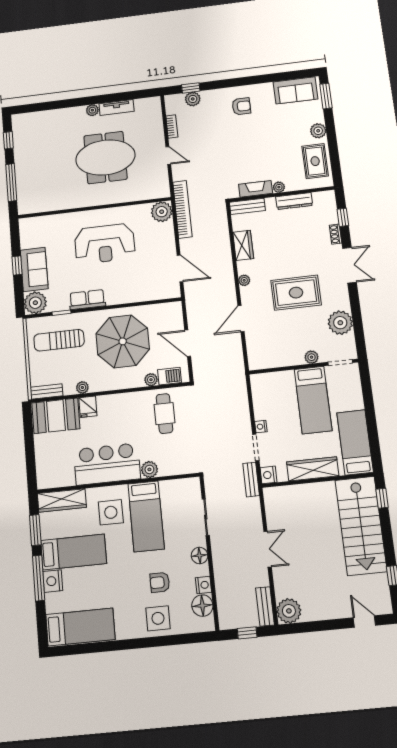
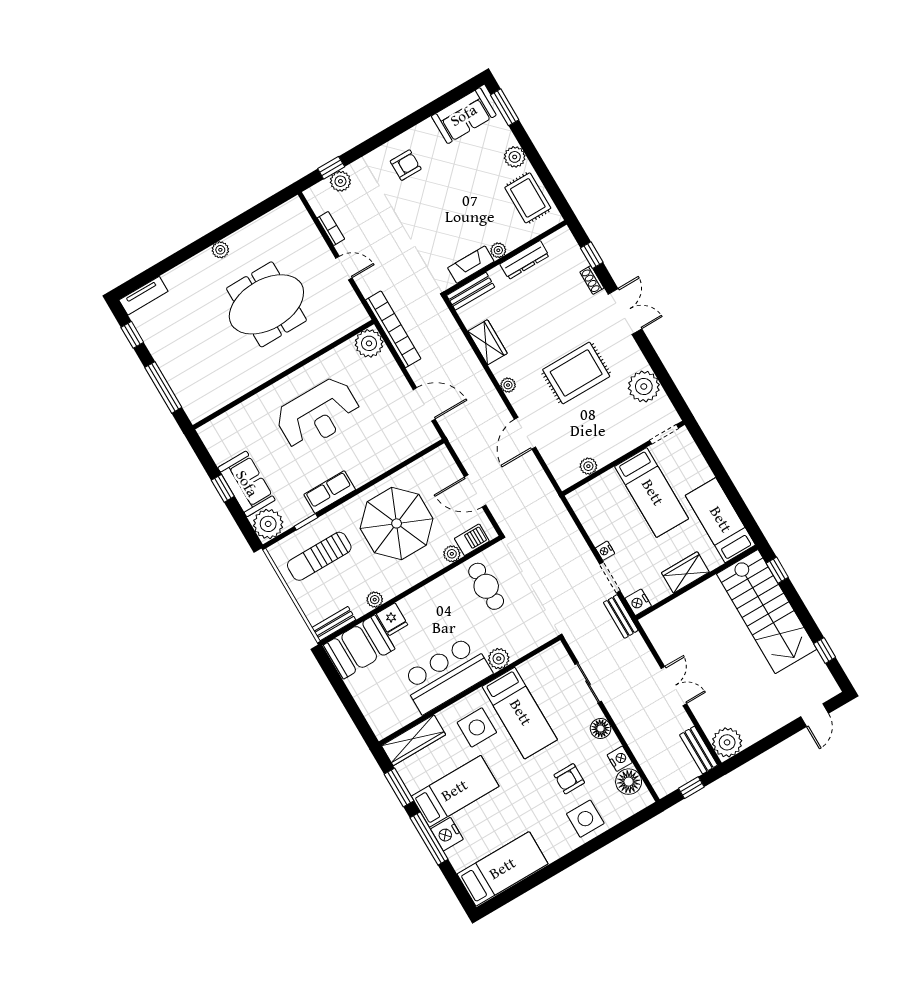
tv unit: (117, 108) -> (143, 296), moved
plant: (312, 357) -> (588, 466), moved
wardrobe: (313, 469) -> (685, 572), width x0.67
door: (364, 622) -> (815, 715), swing flipped

